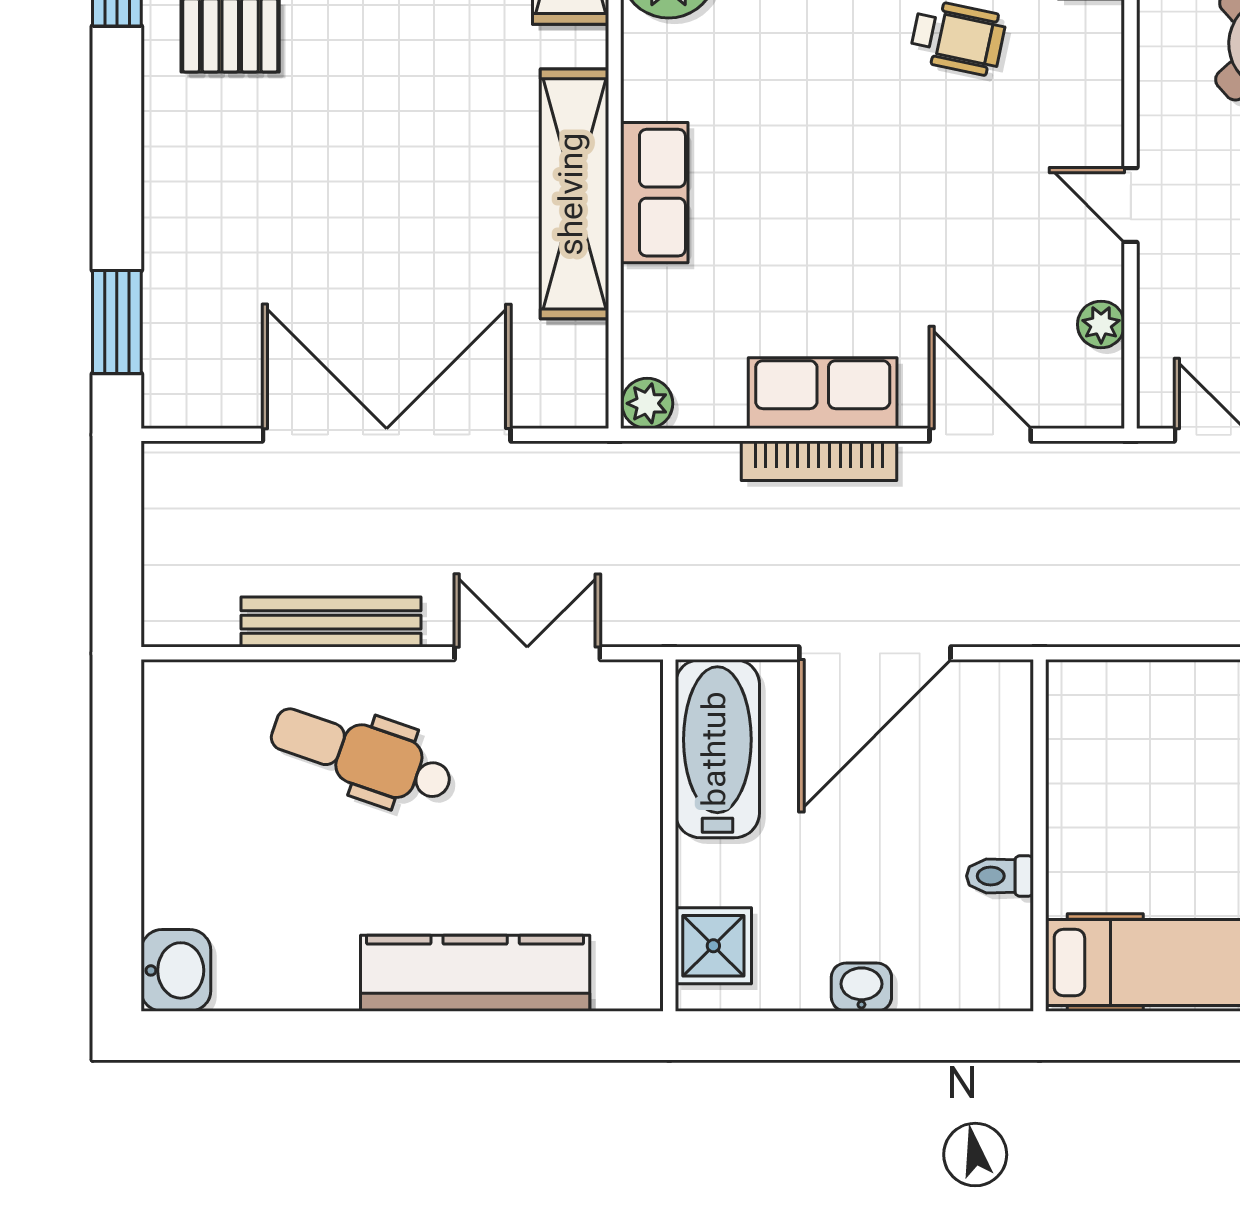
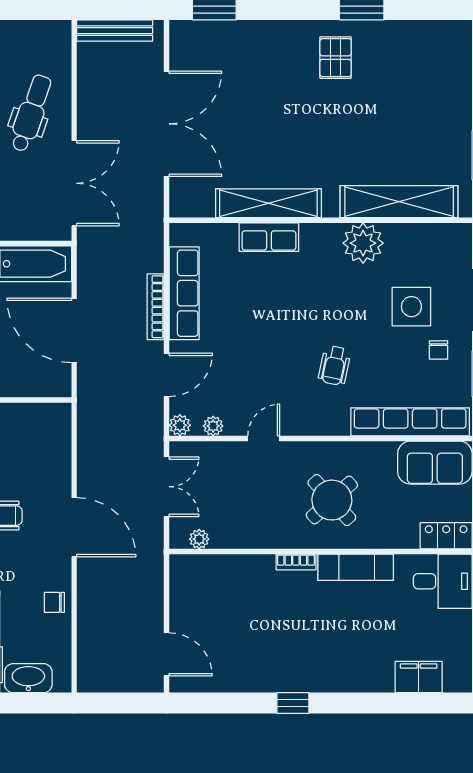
row of seats: (823, 393) -> (184, 293), width x1.48
plant: (647, 403) -> (180, 425), moved
bench: (331, 622) -> (115, 31), moved, turned 90
double door: (527, 653) -> (74, 183), width x1.37

